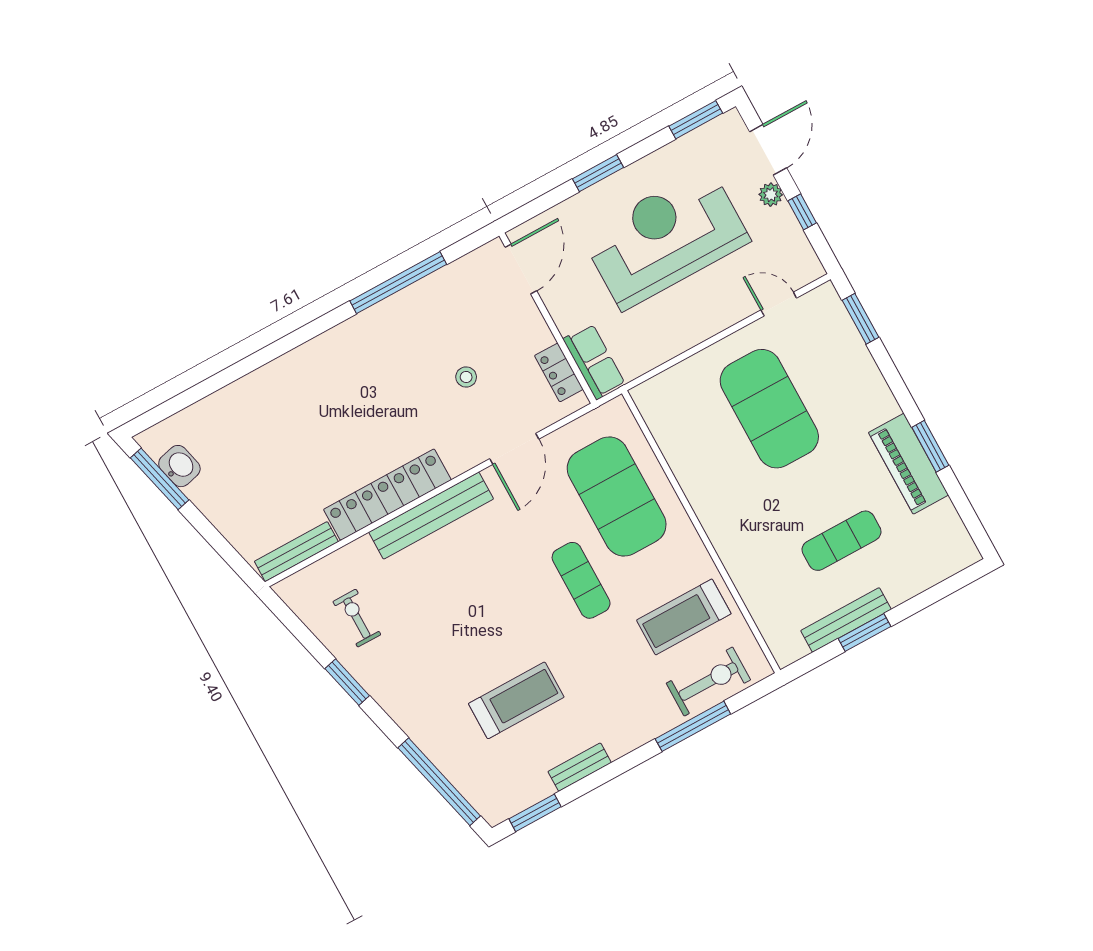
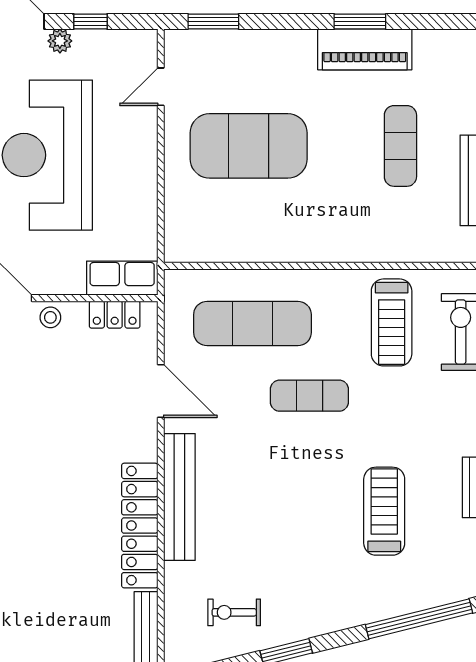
stool: (466, 377) -> (50, 317), moved
exercise mat: (617, 497) -> (252, 324), width x0.68

